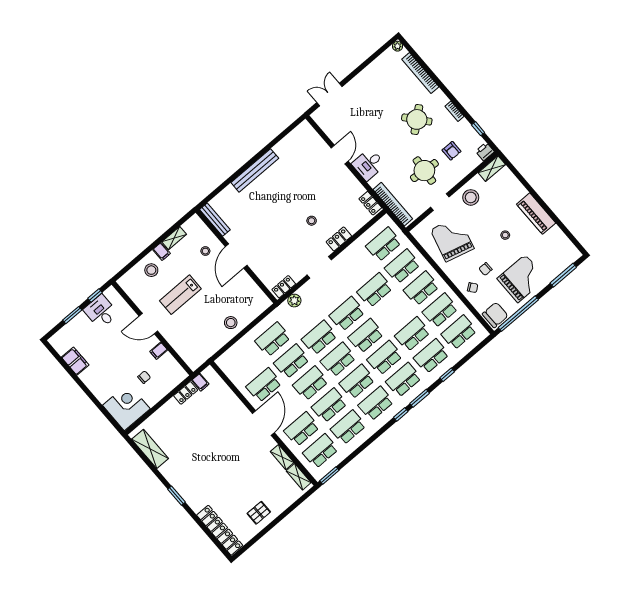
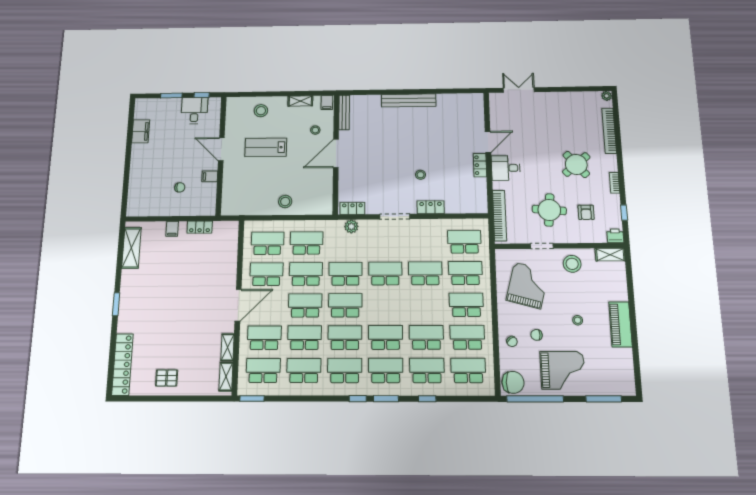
locker: (370, 203) -> (480, 165), moved
filing cabinet: (162, 251) -> (327, 103), moved
school desk: (366, 336) -> (267, 243), moved
filing cabinet: (200, 382) -> (172, 229), moved
corner desk: (126, 407) -> (145, 199), removed

